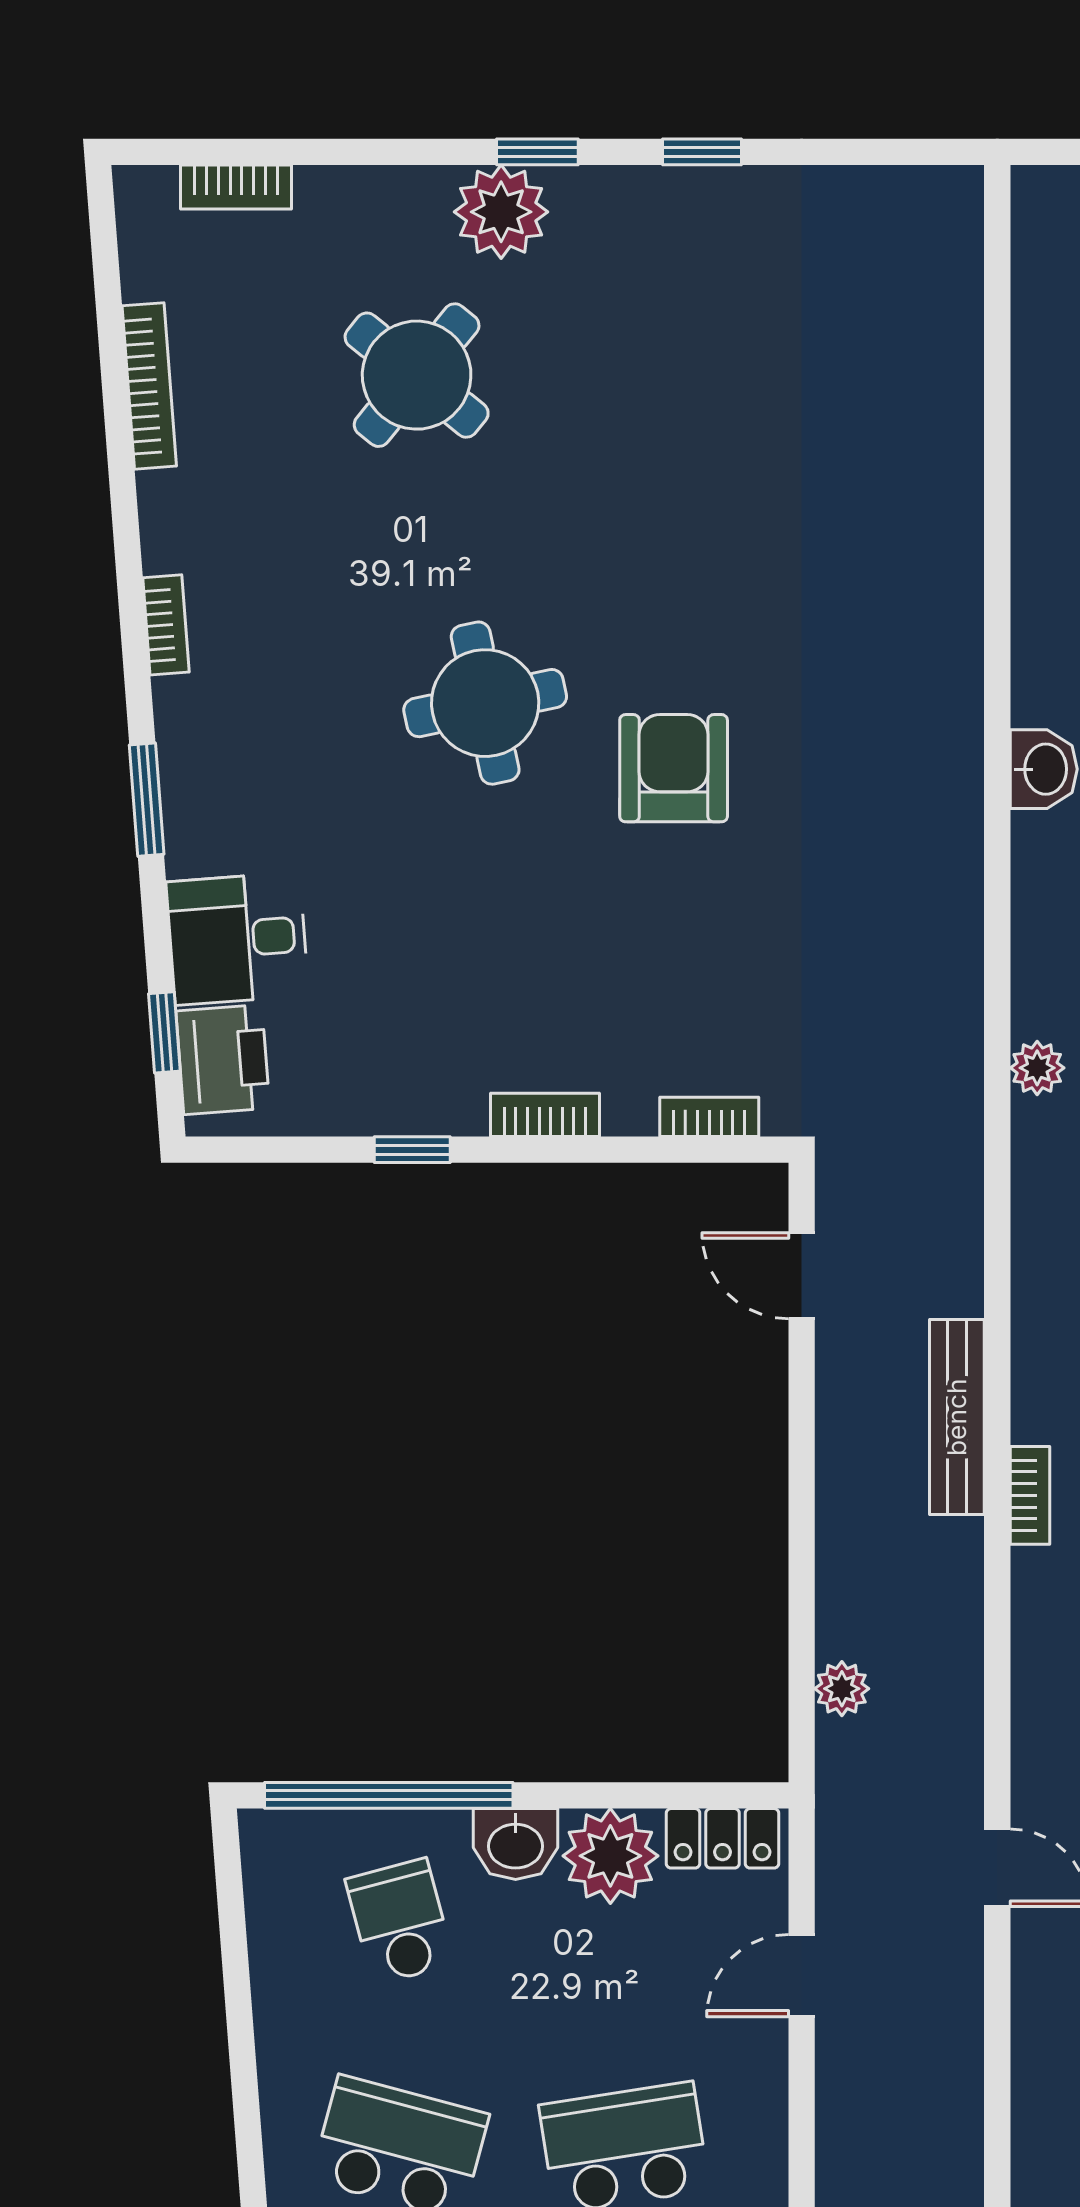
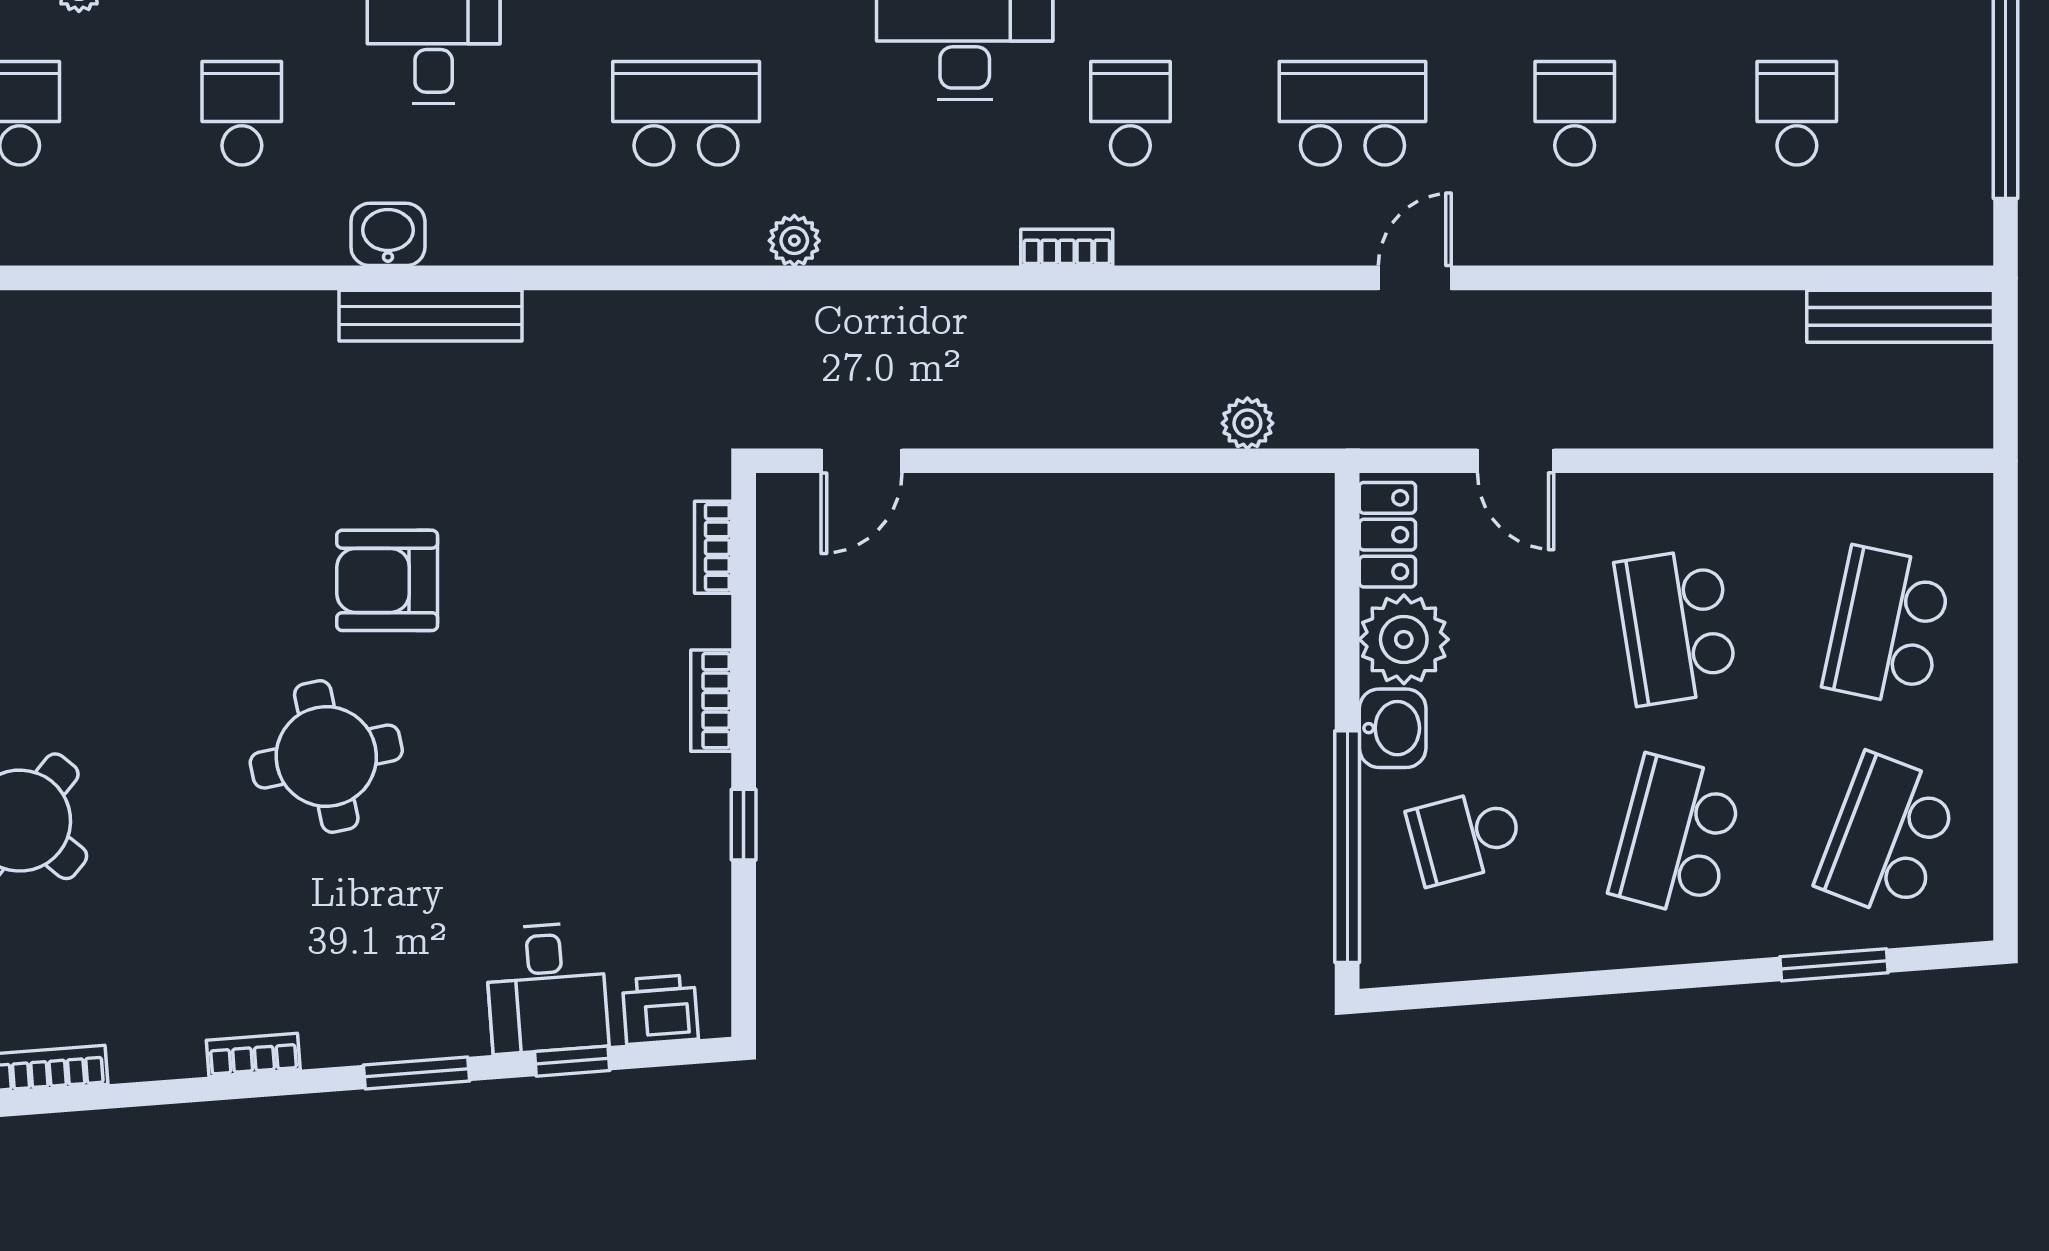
window: (164, 1032) -> (572, 1061), moved
printer: (223, 1060) -> (660, 1010), width x0.73, depth x0.81
plant: (1037, 1068) -> (794, 241), moved
bench: (957, 1417) -> (431, 316), moved

